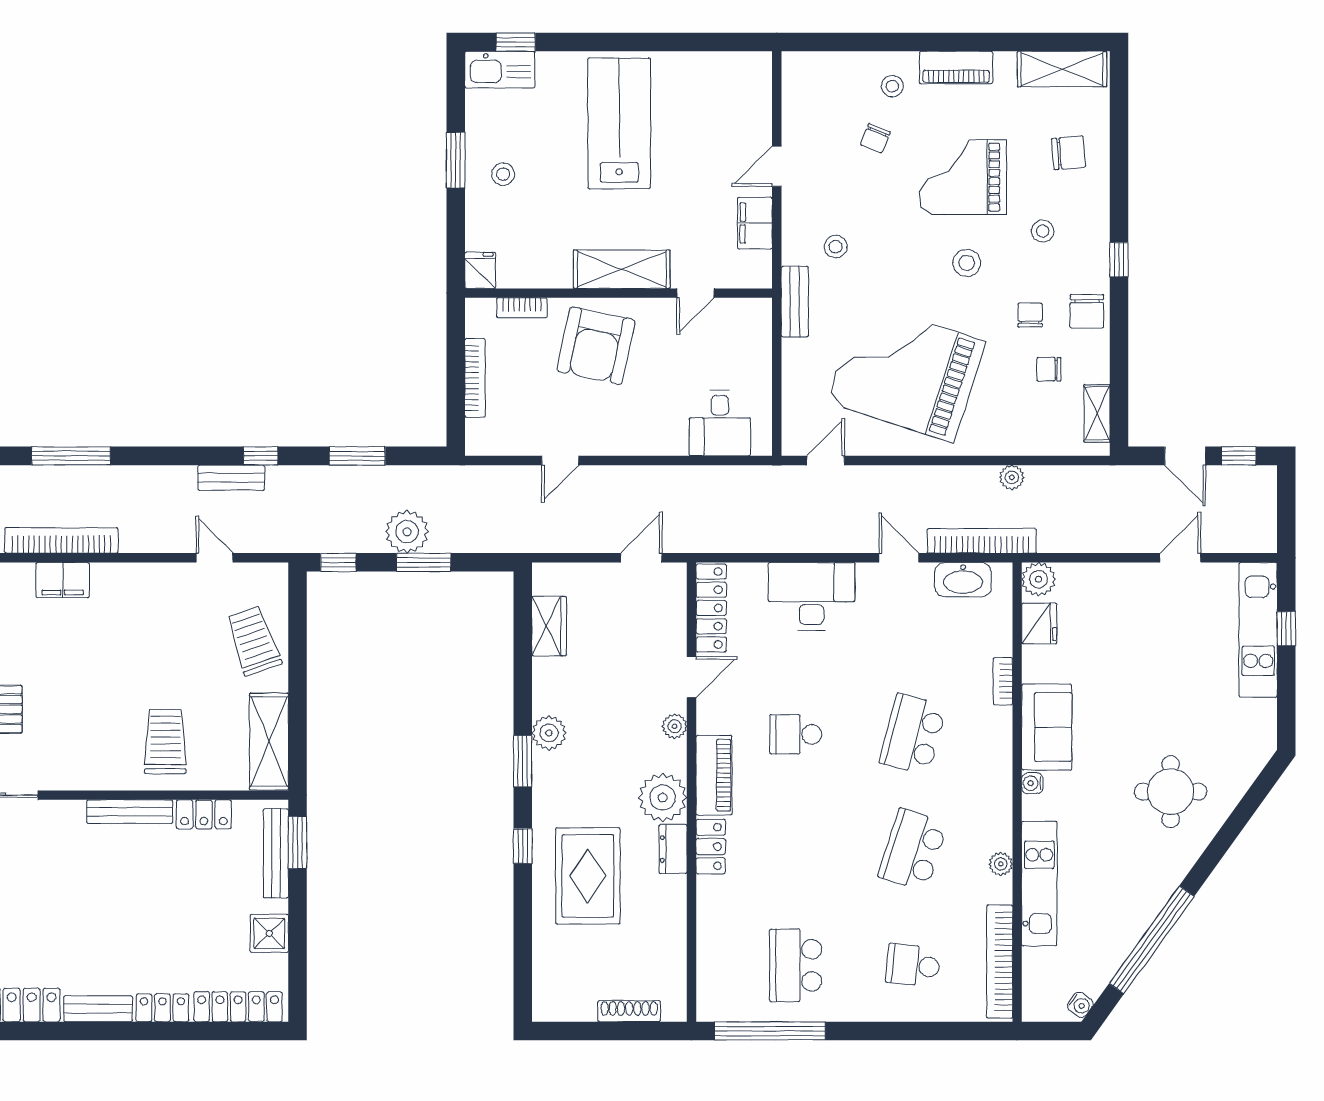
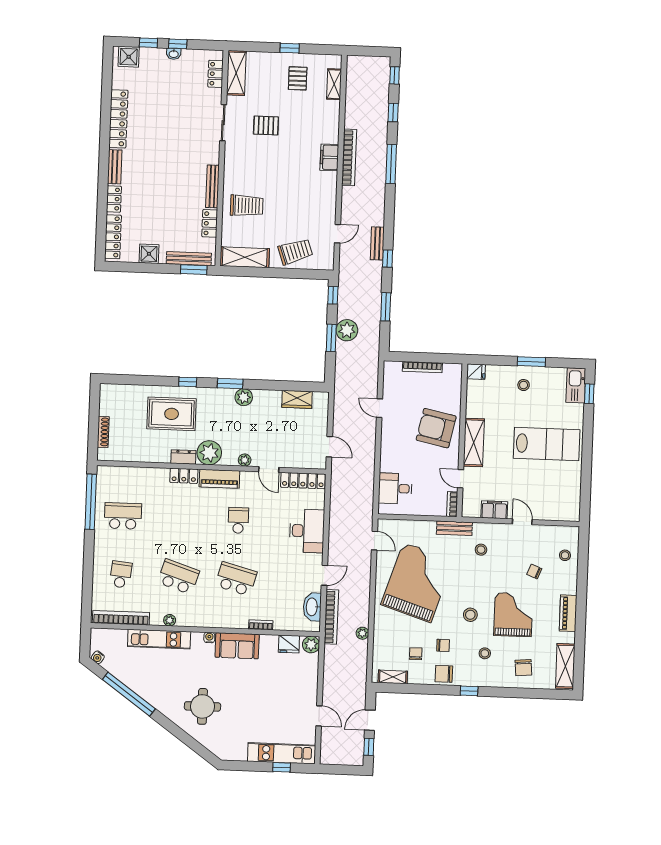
stool: (892, 86) -> (565, 555), moved
bookcase: (522, 308) -> (452, 504), moved

